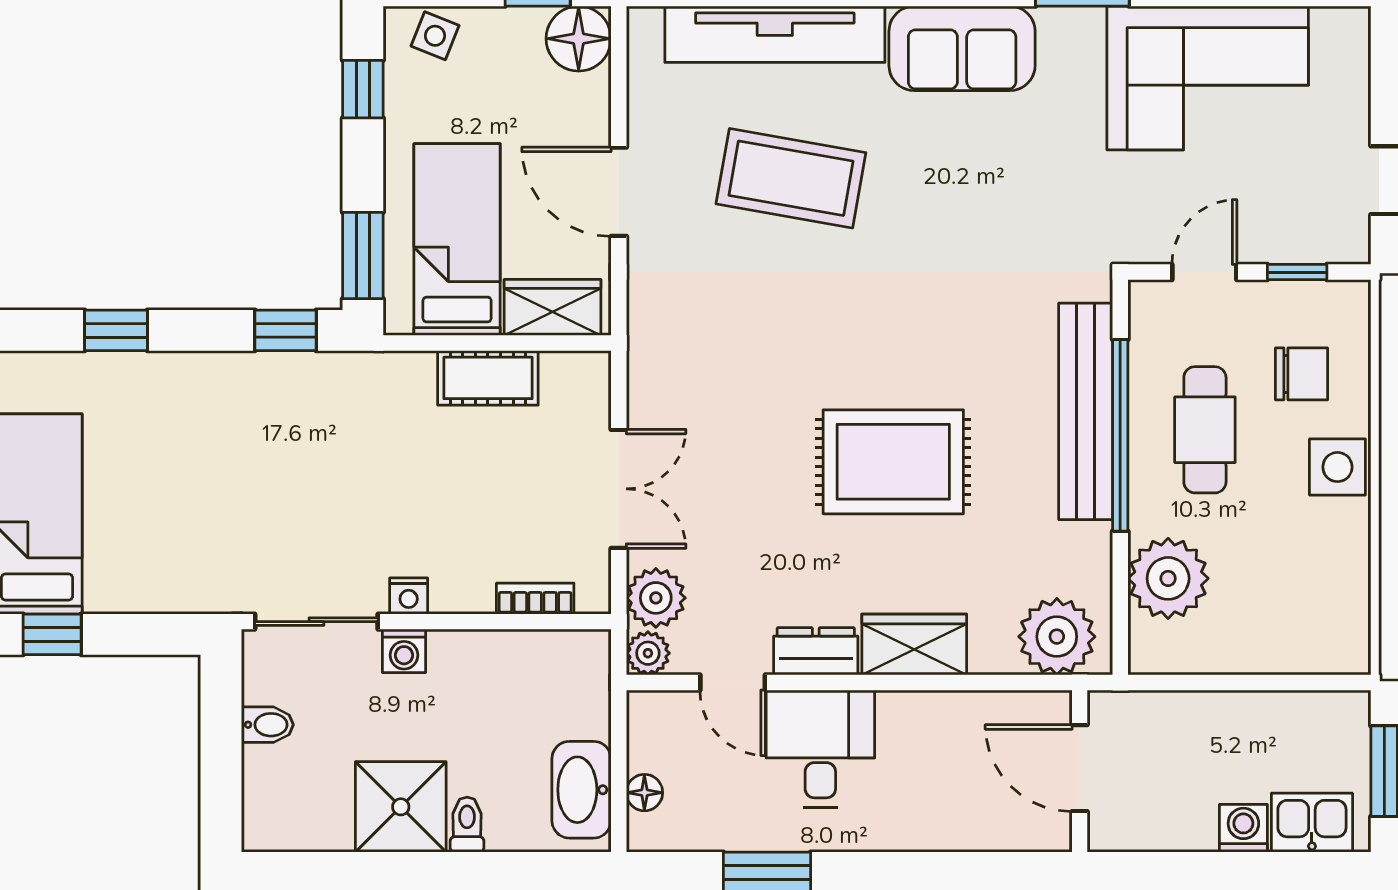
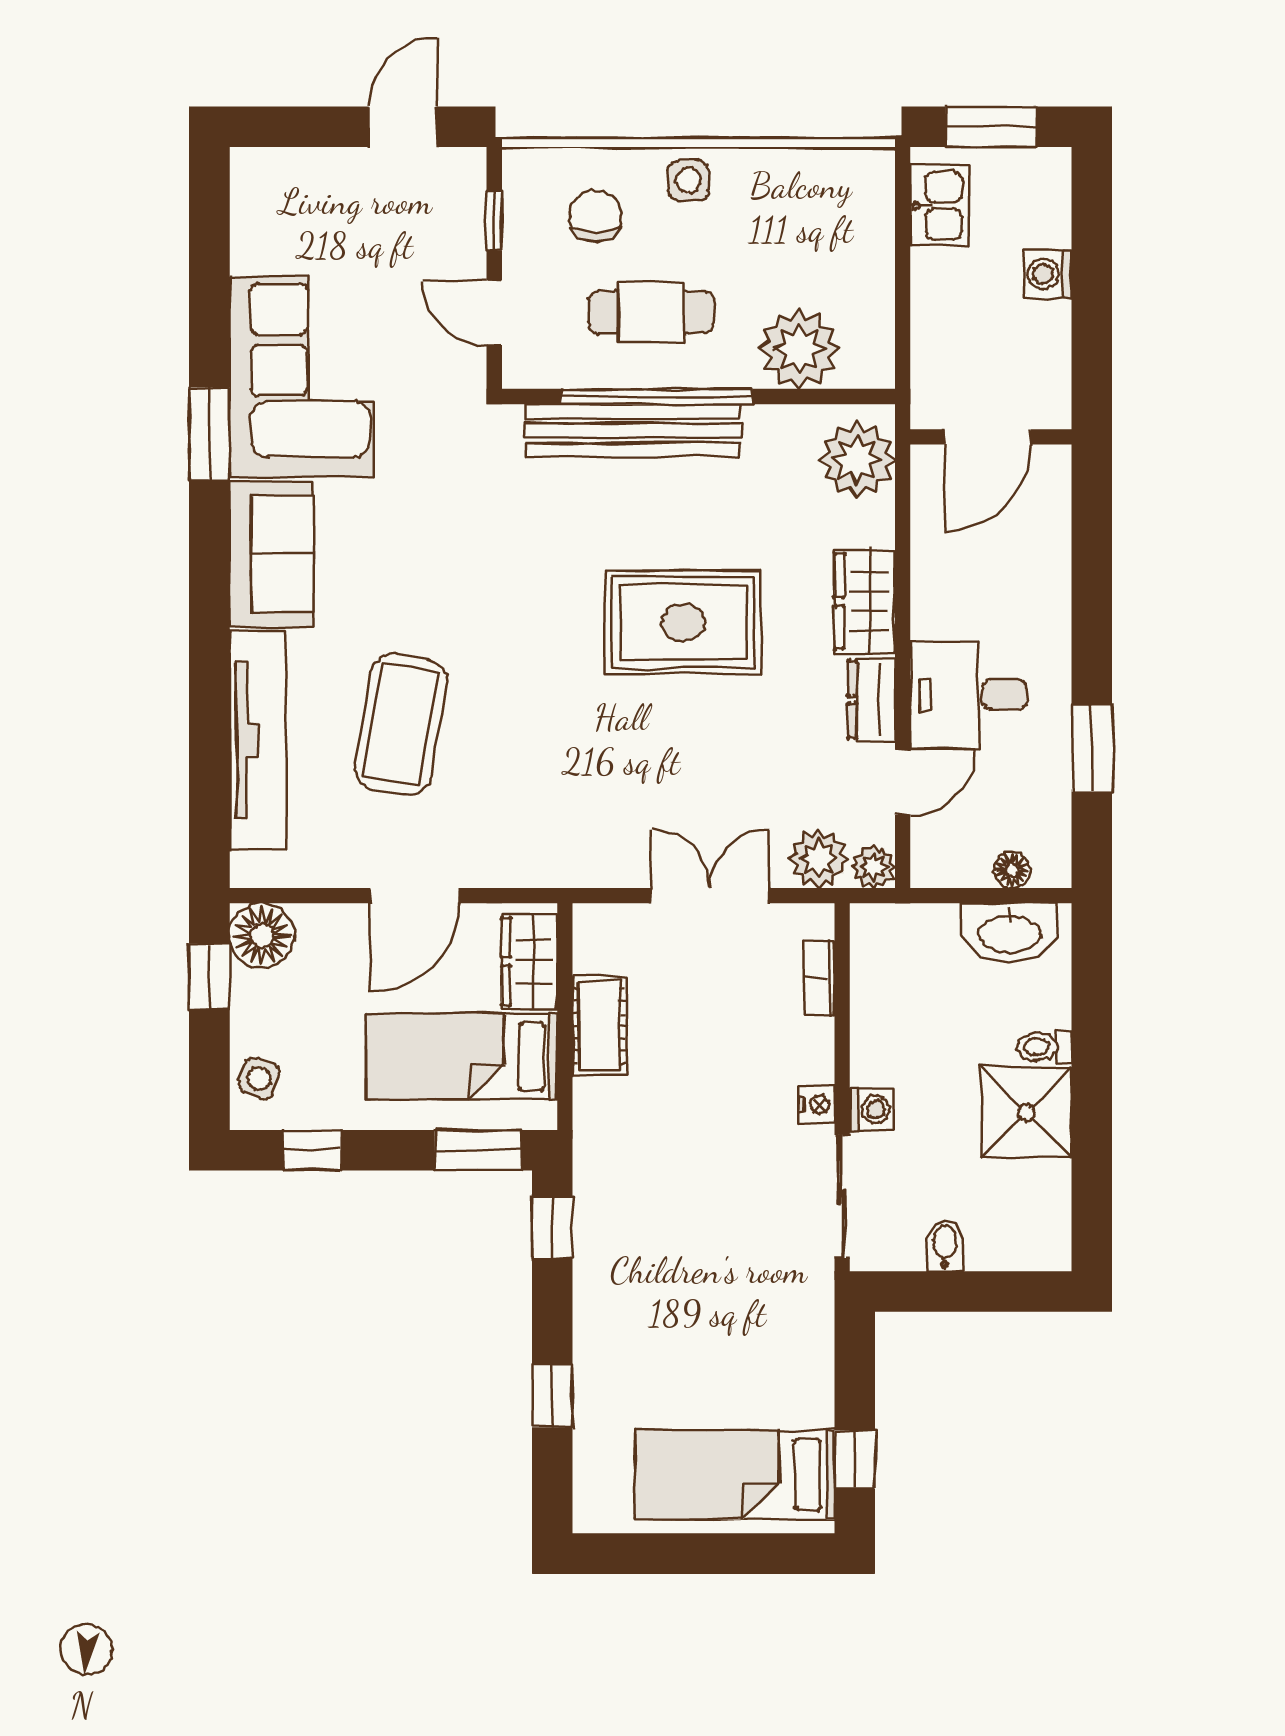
corner sofa: (1208, 78) -> (301, 377), moved
rug: (893, 462) -> (683, 622), turned 90
side table: (1337, 467) -> (688, 180), width x0.73, depth x0.73
kitchen sink: (1312, 823) -> (939, 205), moved, turned 180

